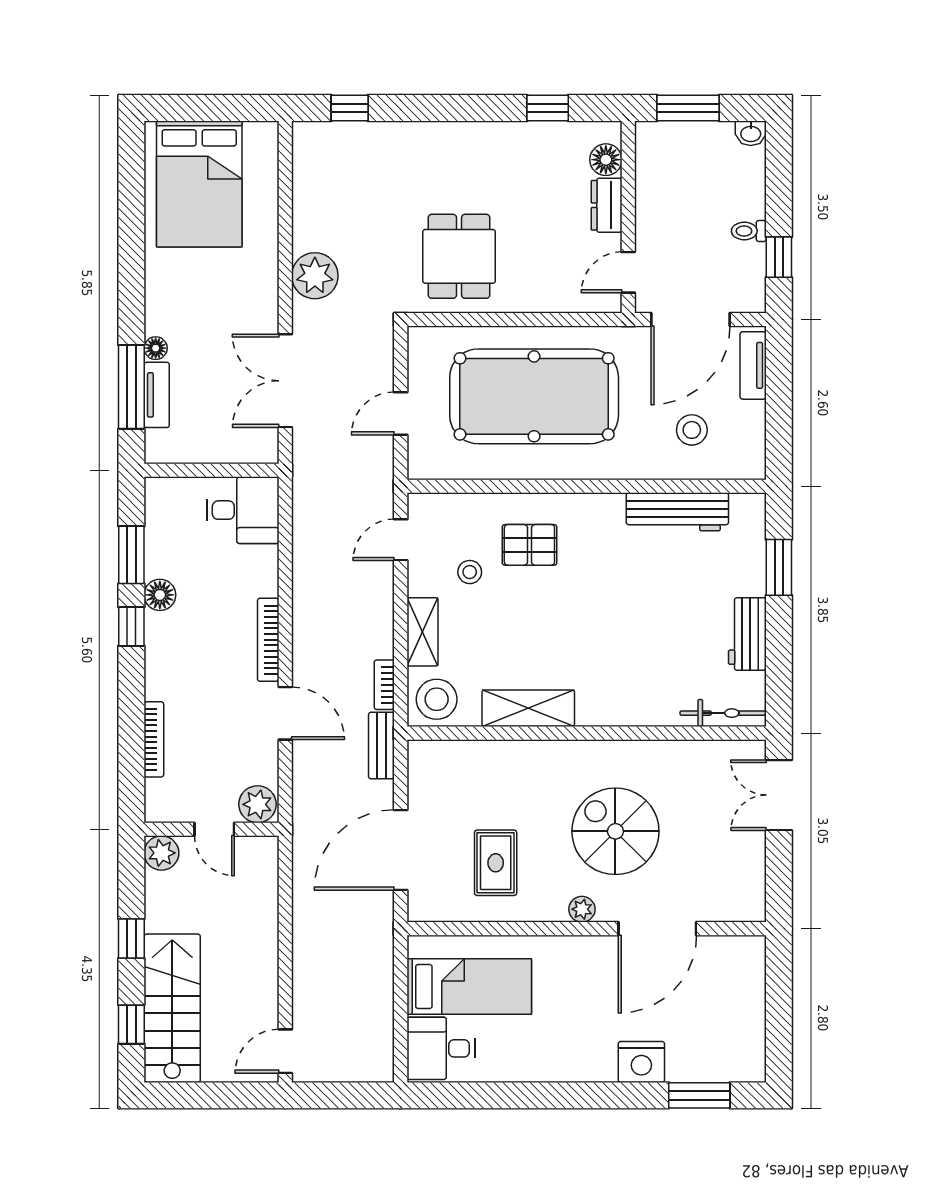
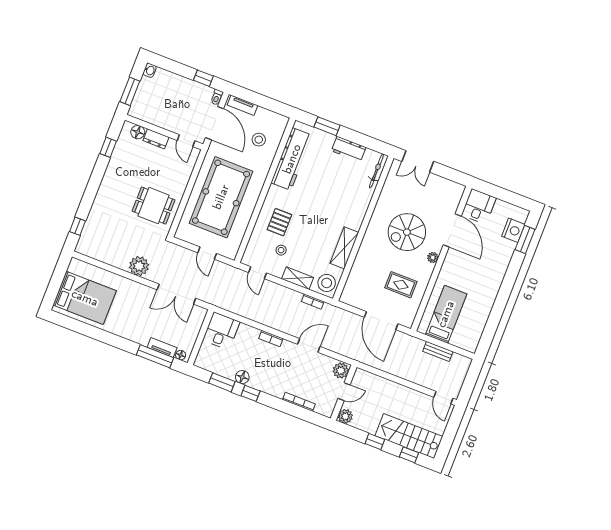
toilet: (749, 231) -> (217, 97), moved
floor lamp: (156, 348) -> (181, 355), moved
workbench: (677, 512) -> (292, 159), width x1.36, depth x1.32
bookcase: (268, 640) -> (271, 339), width x0.64
bench: (381, 746) -> (438, 351), moved
desk: (441, 1048) -> (479, 206), moved, turned 180
nightstand: (641, 1062) -> (513, 230), moved

